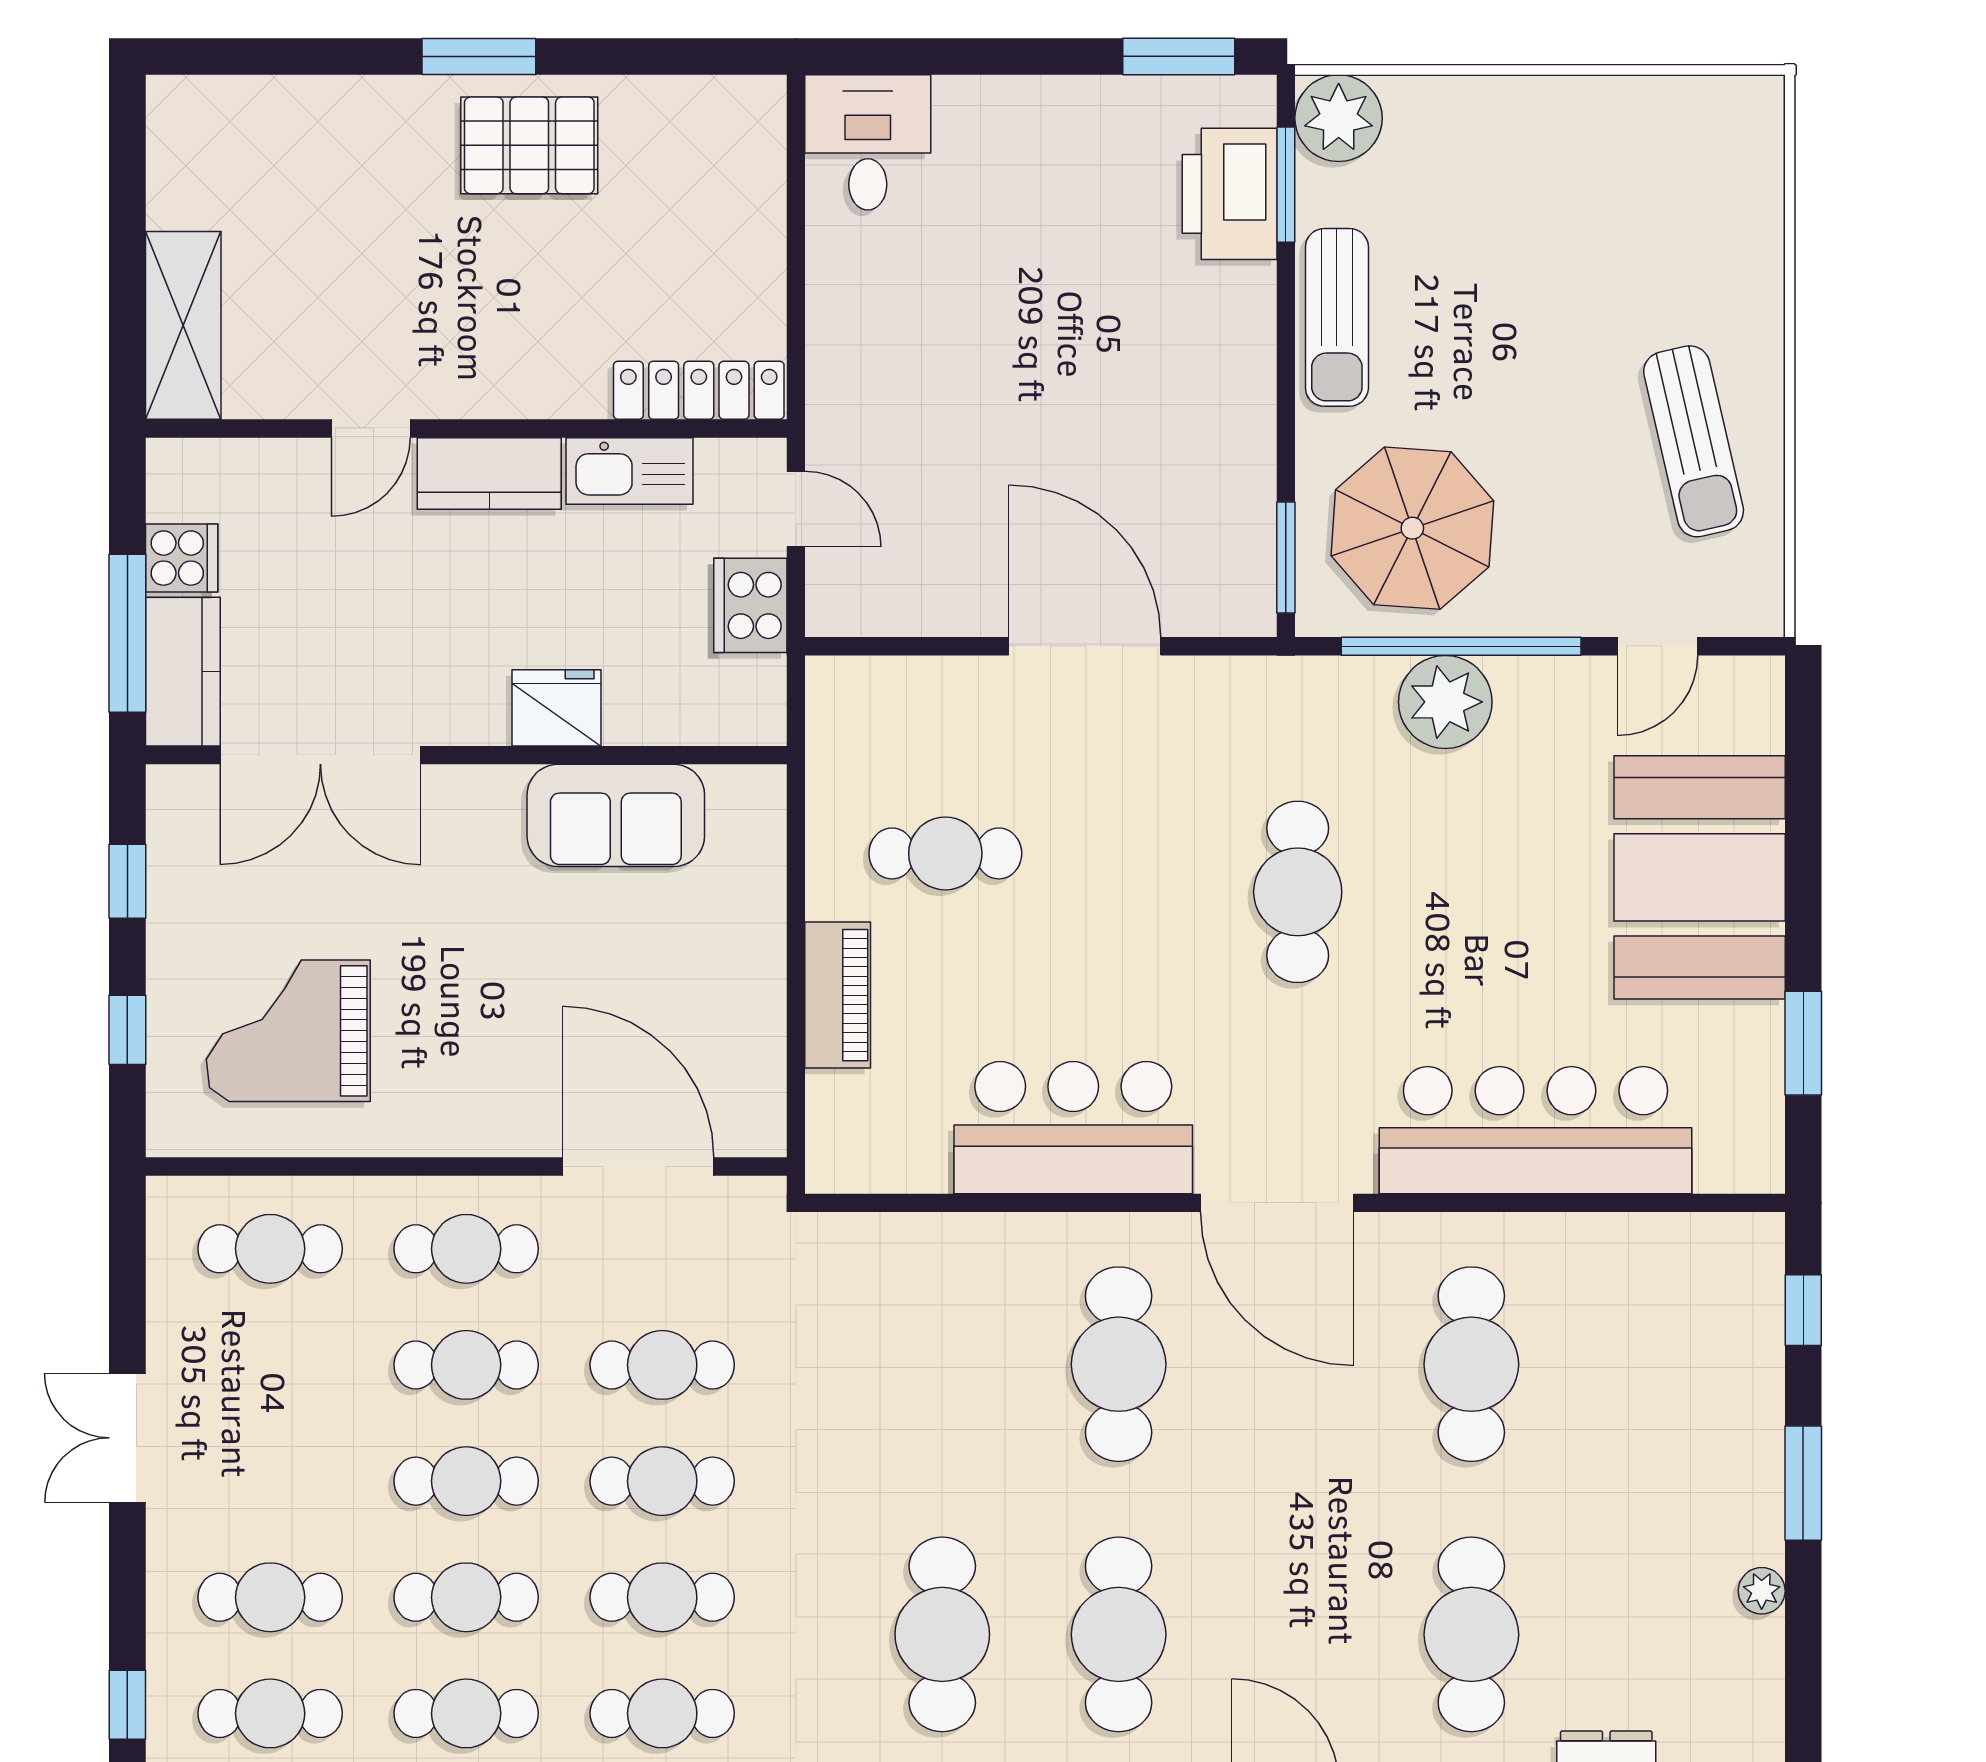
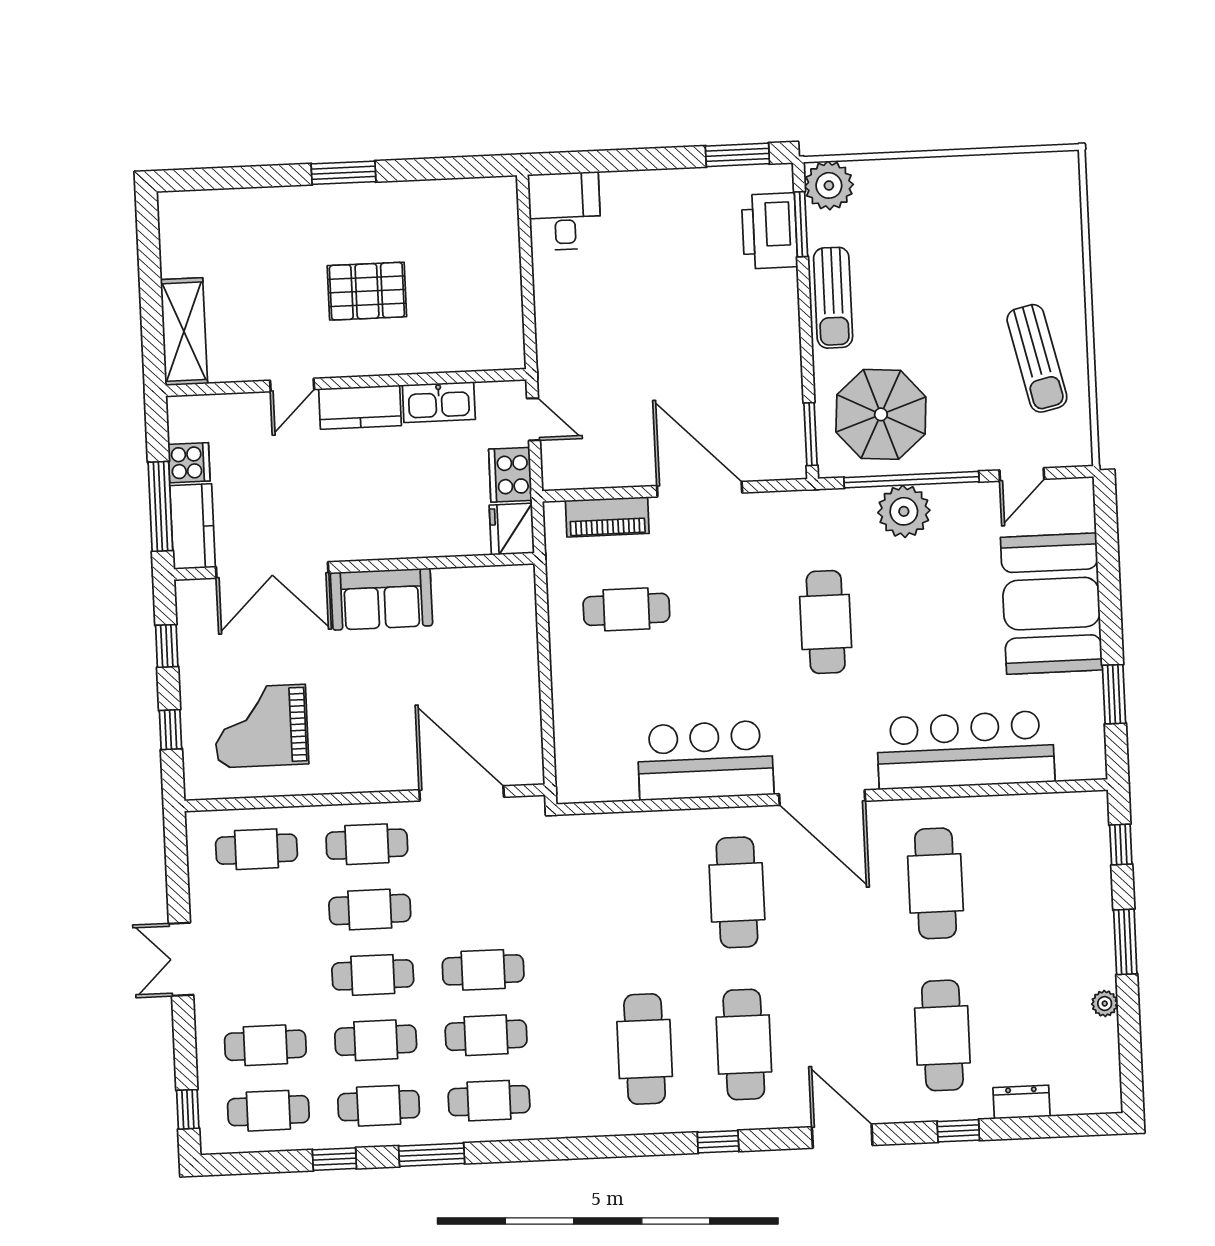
pallet: (529, 145) -> (367, 291), moved
locker: (699, 390) -> (476, 355), removed
fridge: (557, 708) -> (512, 529), moved, turned -90
sofa: (616, 815) -> (381, 599), moved
piano: (838, 995) -> (607, 517), moved, turned 90
cafe table: (662, 1365) -> (480, 905), removed

